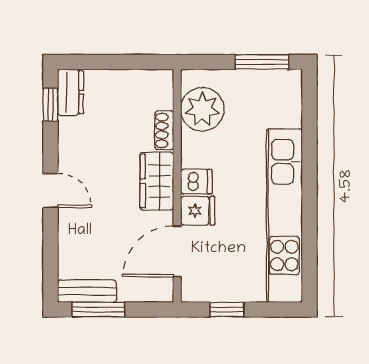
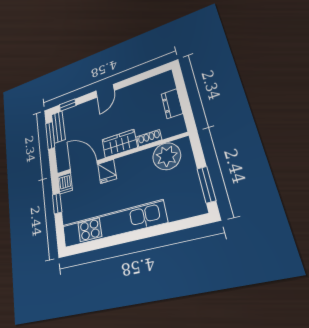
dresser: (71, 92) -> (172, 104), moved, turned 90
window: (50, 105) -> (68, 105), moved
dishwasher: (196, 182) -> (65, 183), moved

